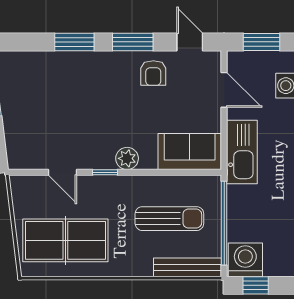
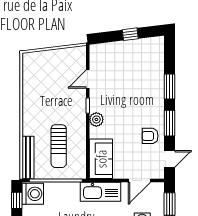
table tennis table: (65, 240) -> (45, 81), removed

